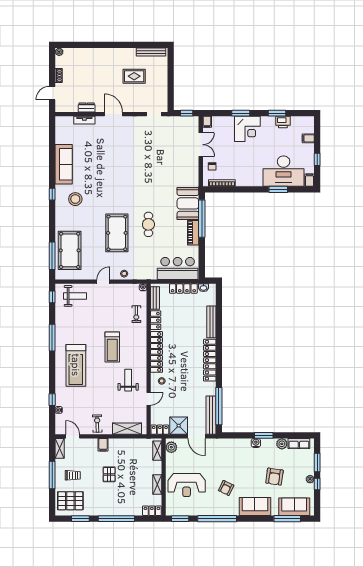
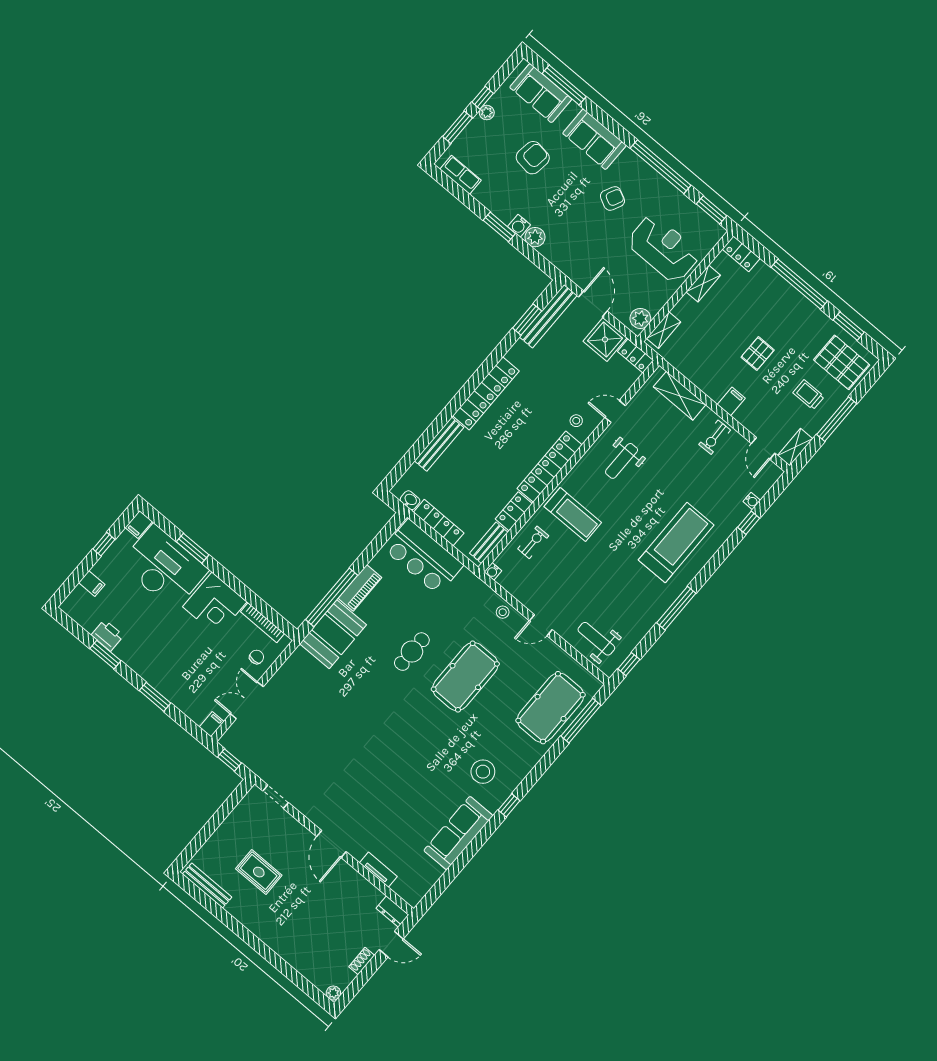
dresser: (87, 108) -> (393, 911), moved
corner desk: (247, 129) -> (215, 604), moved, turned 180
treadmill: (112, 347) -> (573, 515), moved, turned 90
window: (219, 406) -> (527, 320), width x0.47
plant: (282, 444) -> (535, 237), moved

